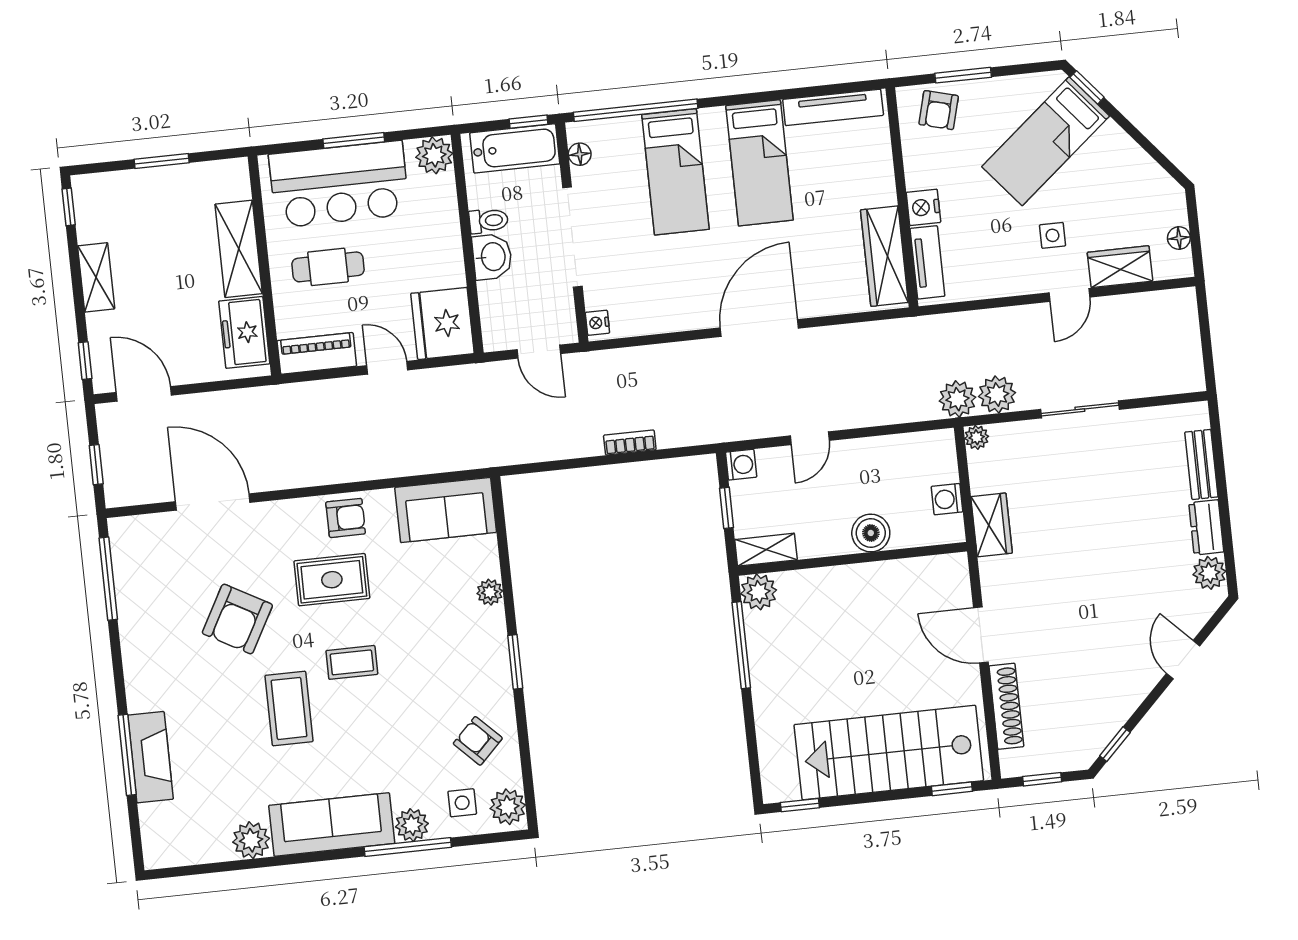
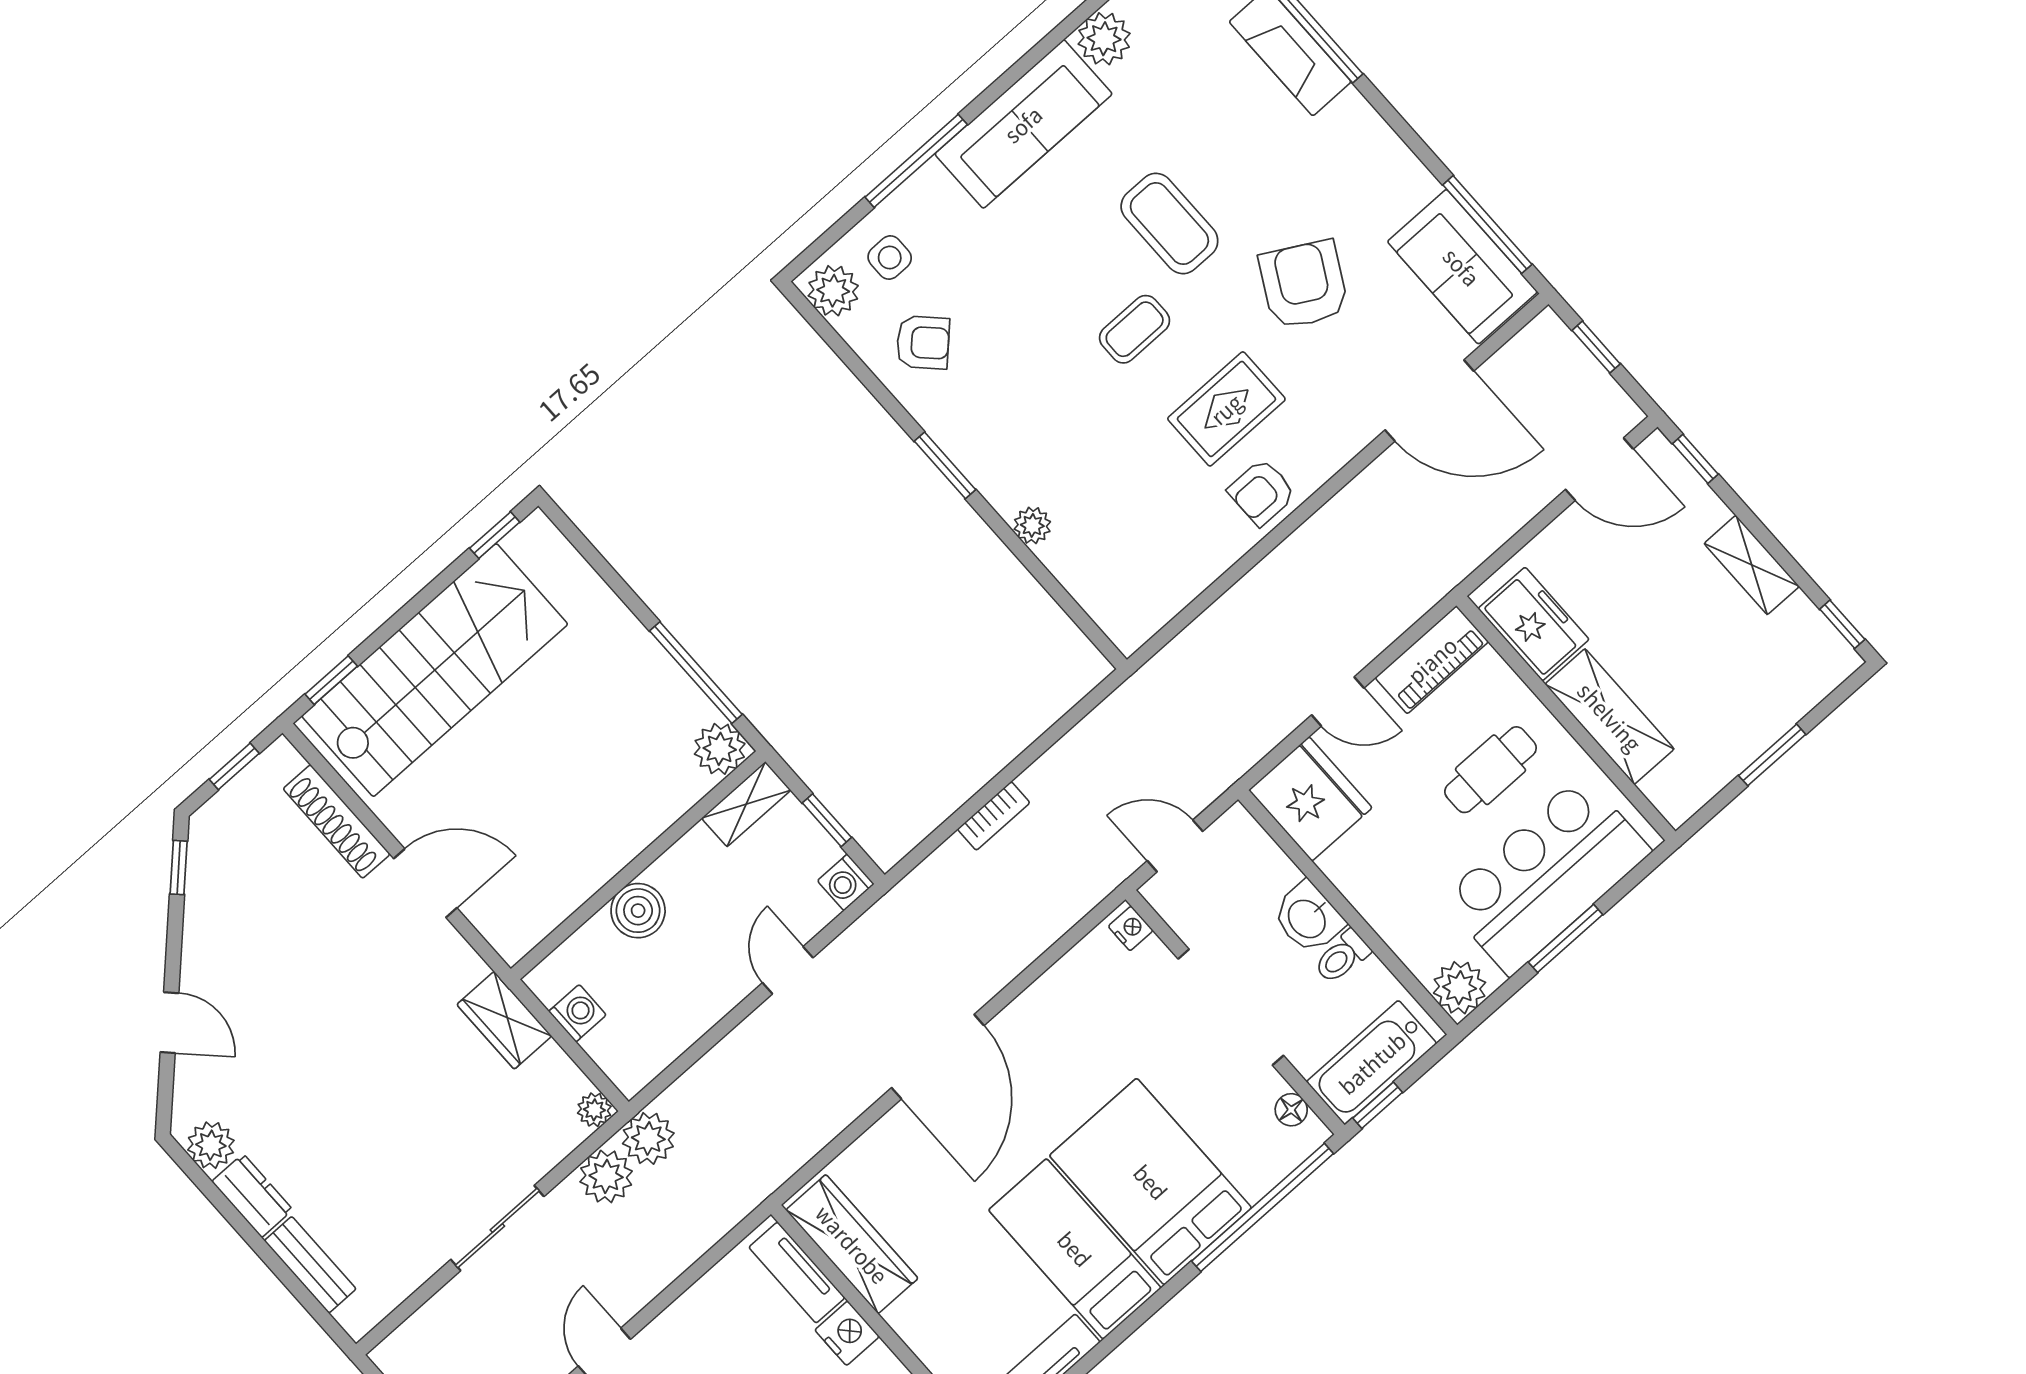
bed: (675, 172) -> (1151, 1182), width x1.50
sofa: (446, 510) -> (1462, 267), moved, turned -90
plant: (412, 825) -> (930, 190), removed

